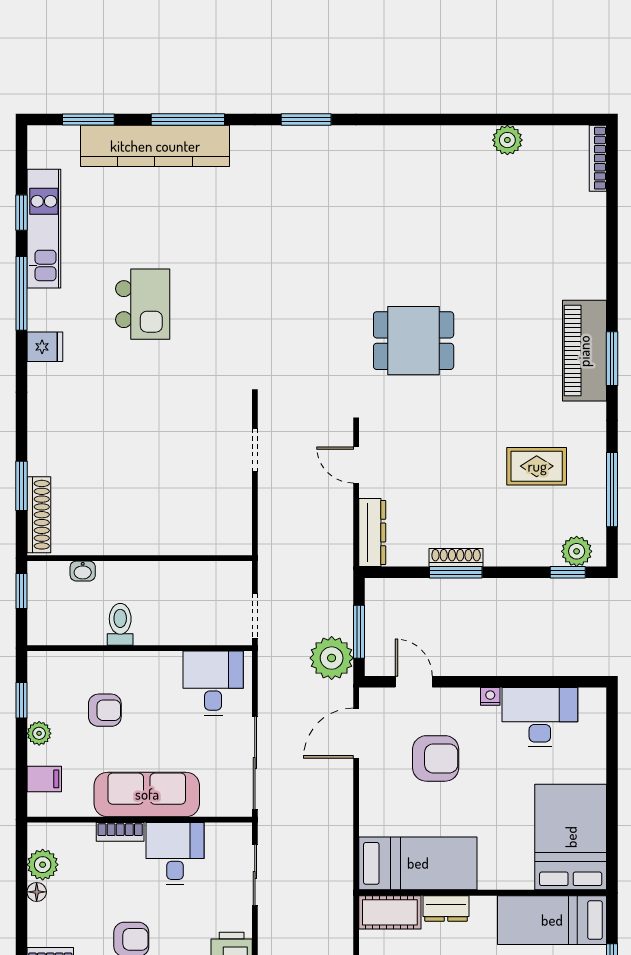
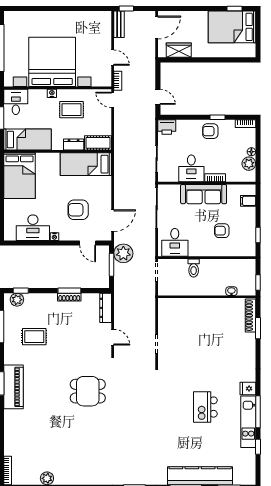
kitchen unit: (44, 229) -> (248, 422), moved
toilet: (120, 624) -> (194, 268), moved
plant: (39, 733) -> (250, 221), removed

